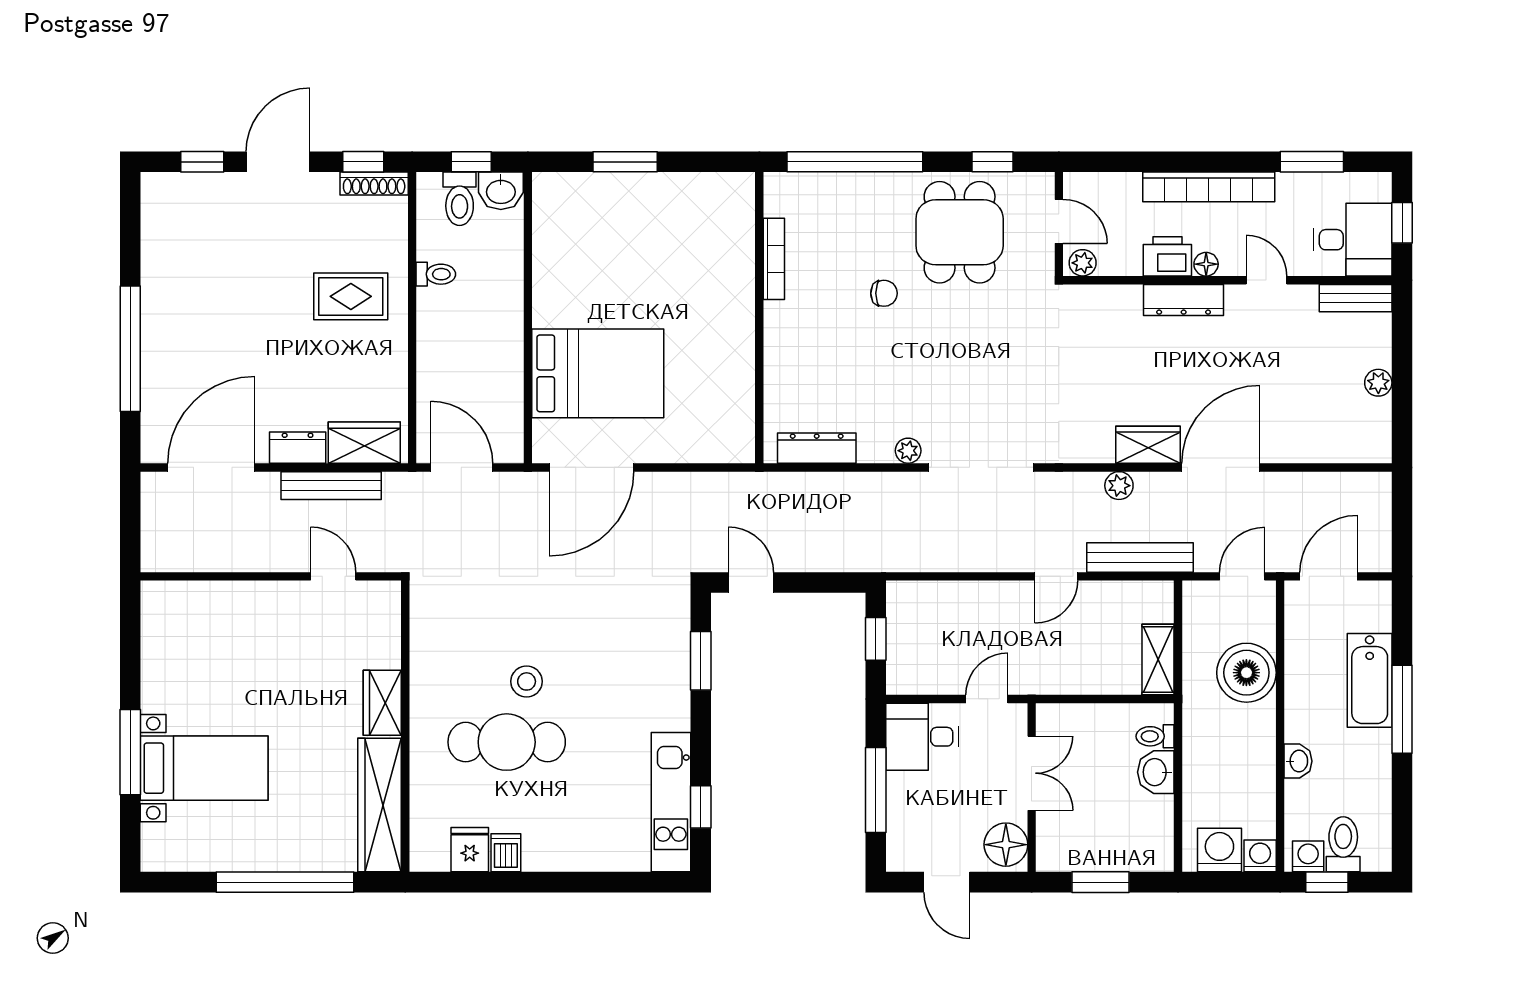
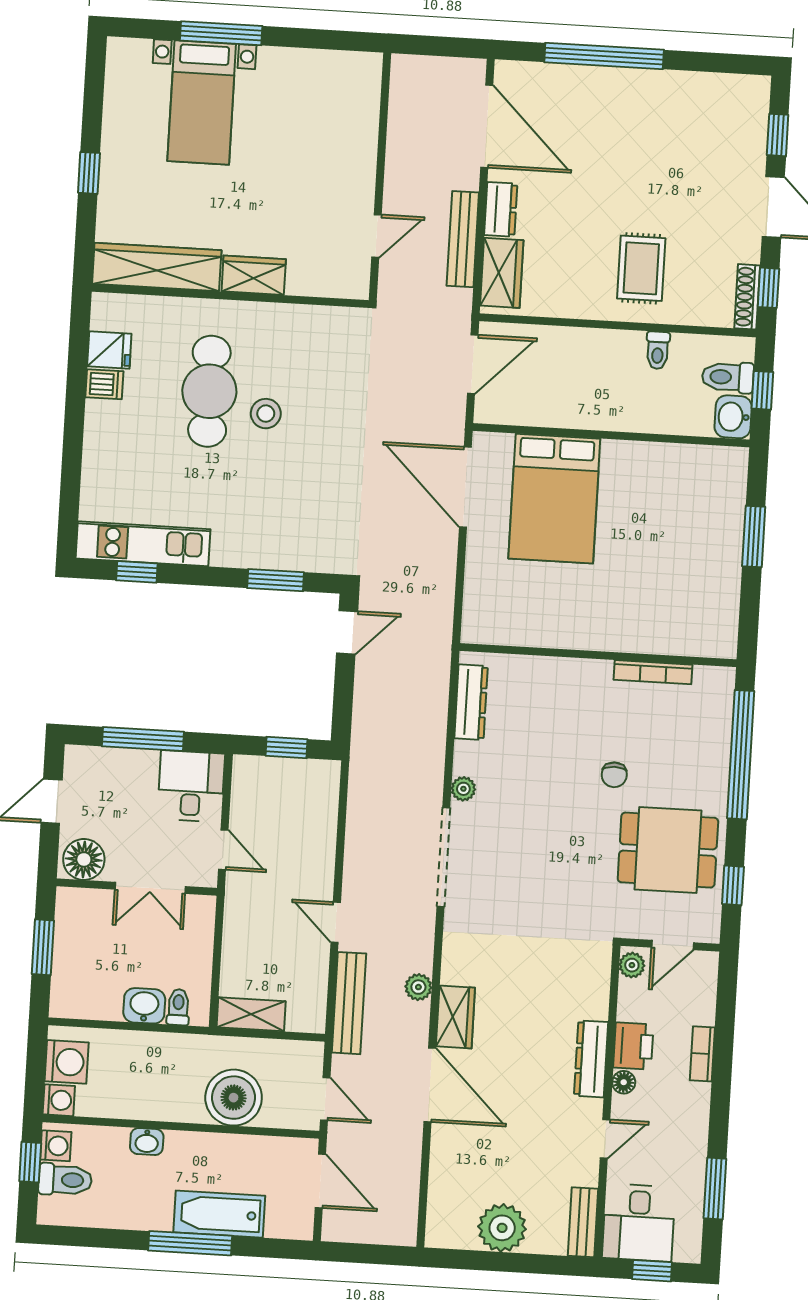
bookcase: (1209, 187) -> (702, 1054), width x0.43, depth x0.76
plant: (1378, 383) -> (502, 1228), width x1.88, depth x1.88
window: (285, 882) -> (89, 173), width x0.32

